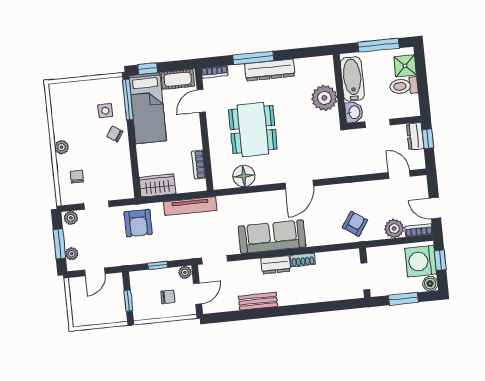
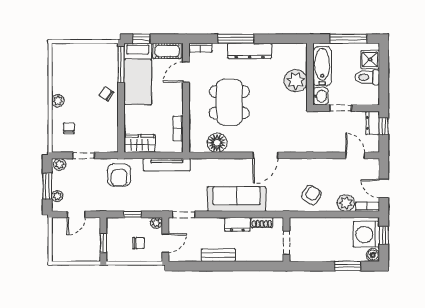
side table: (105, 111) -> (100, 72), removed
wall: (365, 273) -> (286, 239), moved
doorway: (365, 276) -> (286, 243), moved

